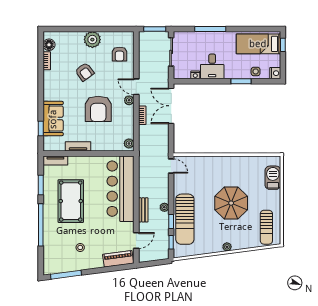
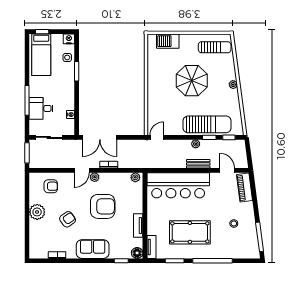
floor lamp: (49, 45) -> (137, 253), moved
desk: (212, 66) -> (41, 108), moved, turned 180
sofa: (53, 119) -> (93, 249), moved

